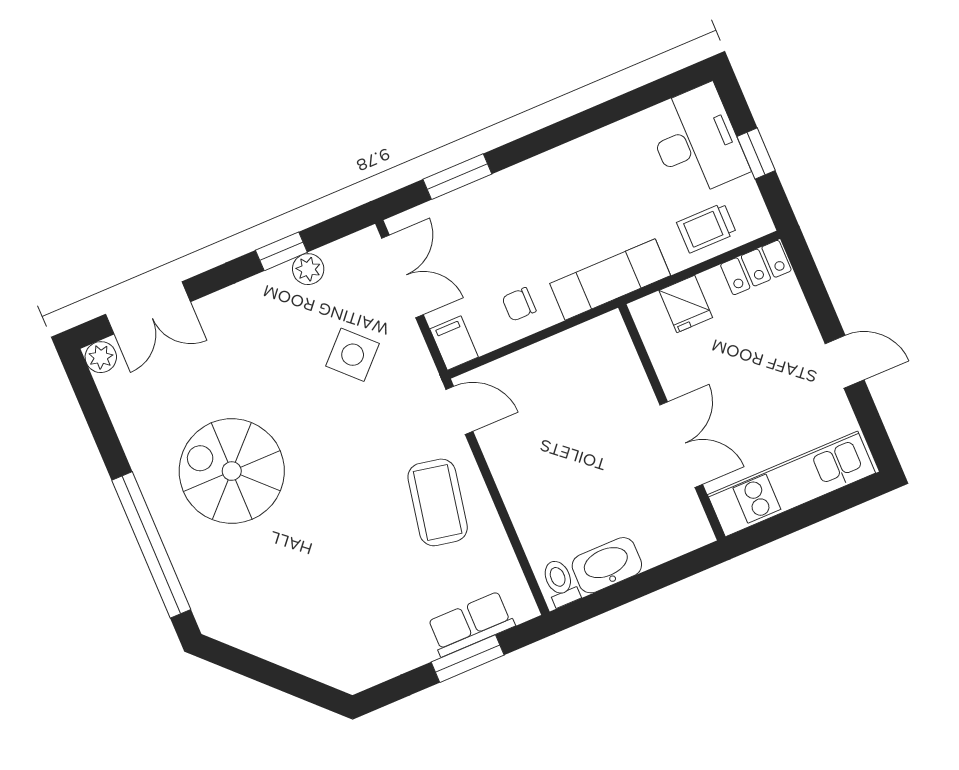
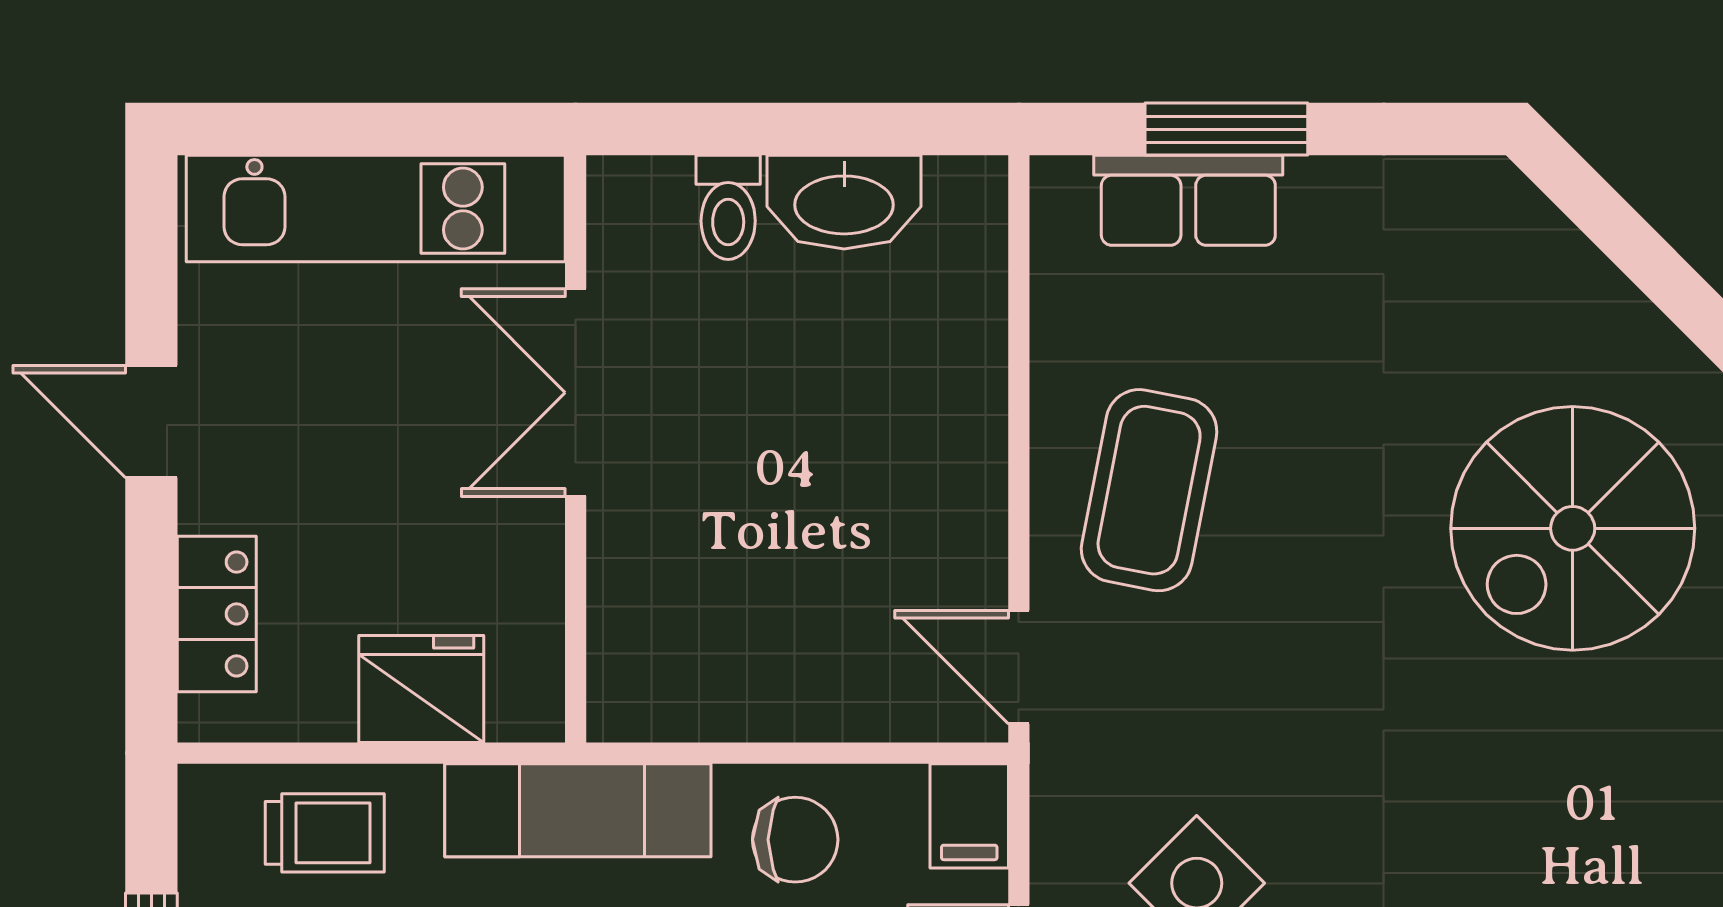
locker: (756, 268) -> (217, 614), moved, turned 90
chair: (519, 304) -> (795, 840), width x1.37, depth x1.37
fridge: (686, 304) -> (421, 689), width x1.38
spiral stairs: (232, 471) -> (1573, 528), moved, turned 90
toilet: (560, 583) -> (728, 207), moved

